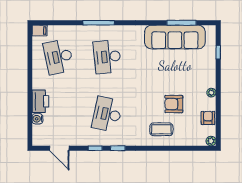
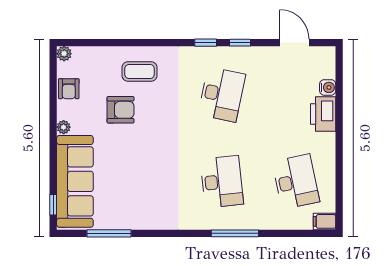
sofa: (175, 37) -> (75, 181), moved, turned 90
window: (218, 52) -> (53, 205), moved

